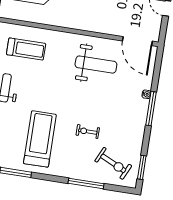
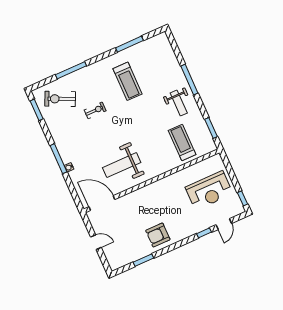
treadmill: (26, 49) -> (182, 142), turned 90
treadmill: (40, 139) -> (128, 81), width x0.73, depth x0.73

